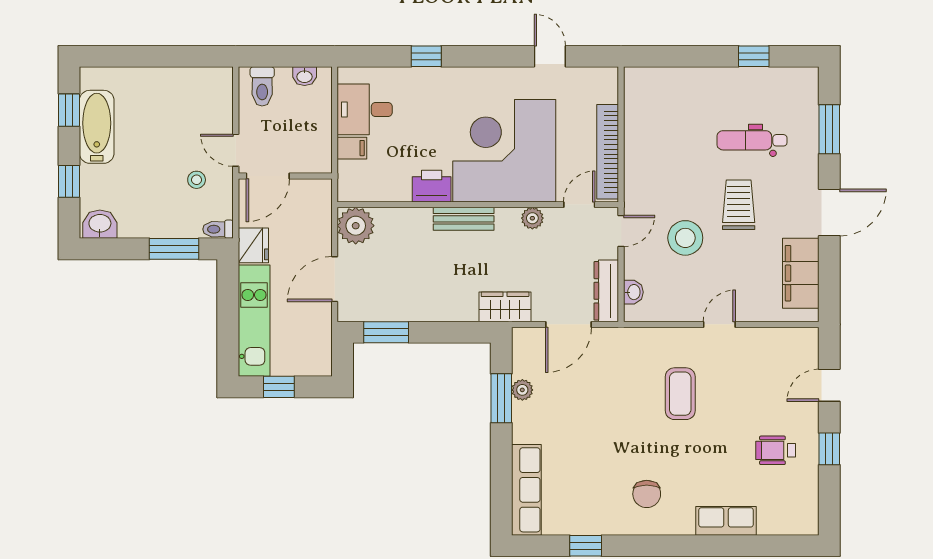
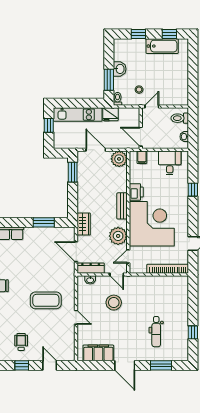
dental chair: (752, 140) -> (156, 332), turned 180
filing cabinet: (352, 148) -> (142, 157), moved
bookcase: (608, 152) -> (168, 269), moved
door: (268, 176) -> (141, 137), moved
door: (579, 205) -> (128, 256), swing flipped
trolley: (739, 205) -> (128, 326), removed
plant: (532, 218) -> (118, 236), width x1.88, depth x1.88
washbasin: (100, 224) -> (120, 69), moved
plant: (522, 390) -> (47, 232), removed
coffee table: (680, 394) -> (46, 300), width x1.36, depth x1.32

